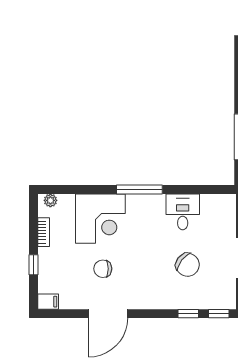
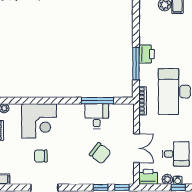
window: (139, 190) -> (97, 101), moved

